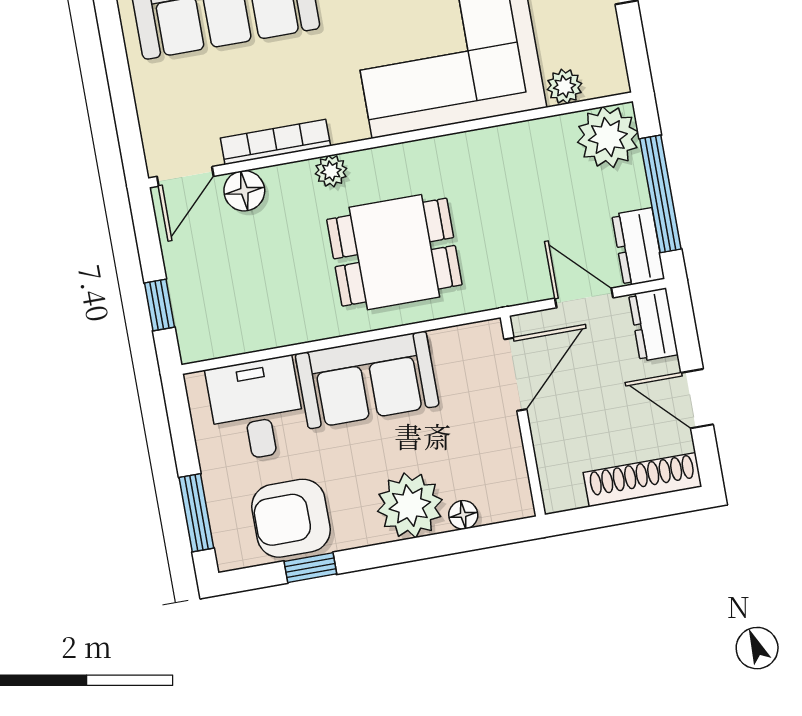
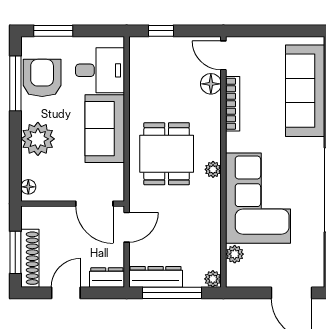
plant: (608, 137) -> (213, 279), width x0.53, depth x0.53
plant: (331, 171) -> (213, 169), moved
dresser: (638, 247) -> (156, 277), width x1.44
door: (584, 298) -> (127, 227), moved
window: (636, 510) -> (15, 252), added
floor lamp: (463, 515) -> (28, 187), moved
window: (310, 568) -> (15, 83), width x2.17

